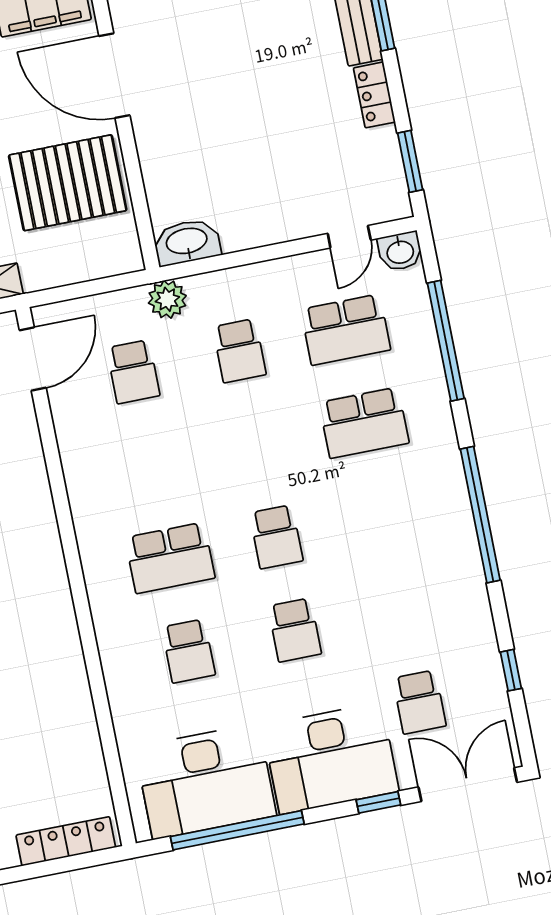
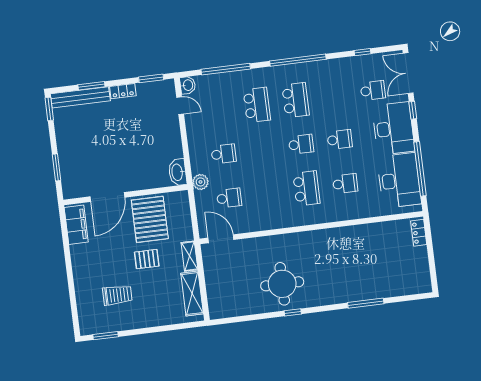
school desk: (346, 330) -> (295, 100), moved
locker: (66, 841) -> (419, 233), width x0.66

